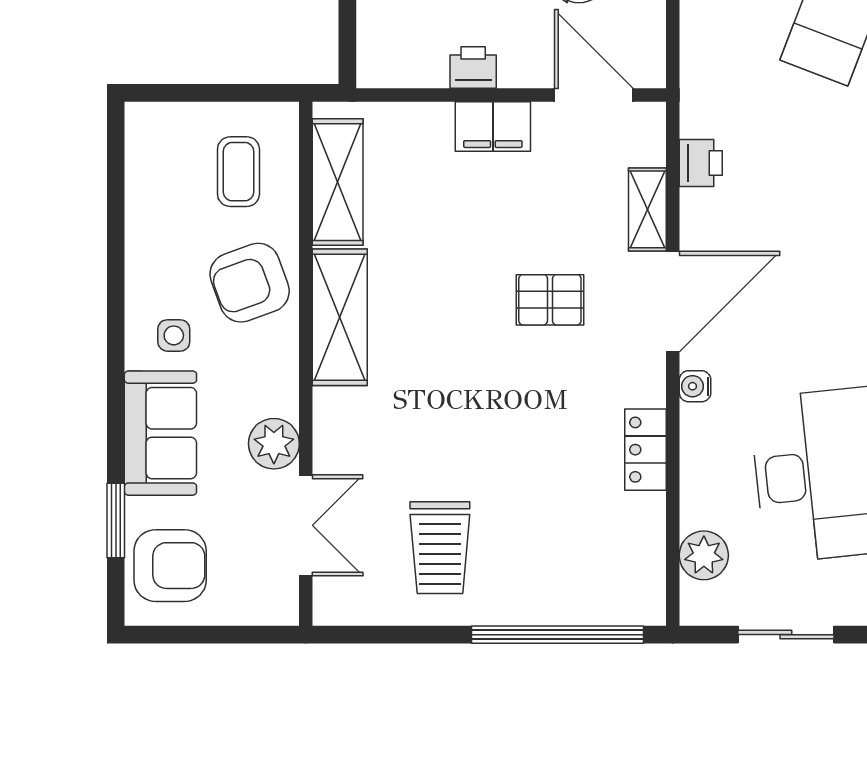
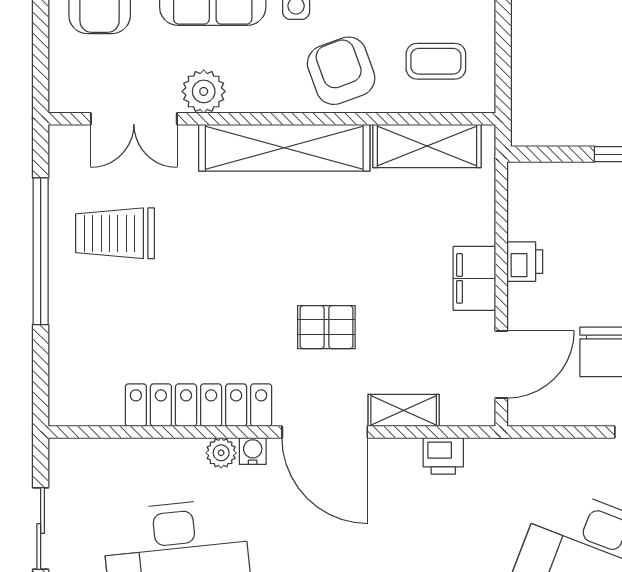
pallet: (550, 300) -> (326, 327), turned 90
shelving: (340, 317) -> (284, 148), width x1.47
locker: (646, 450) -> (199, 405), width x2.16, depth x1.21
plant: (704, 555) -> (221, 453), moved, width x0.73, depth x0.73
window: (558, 635) -> (41, 251), moved

